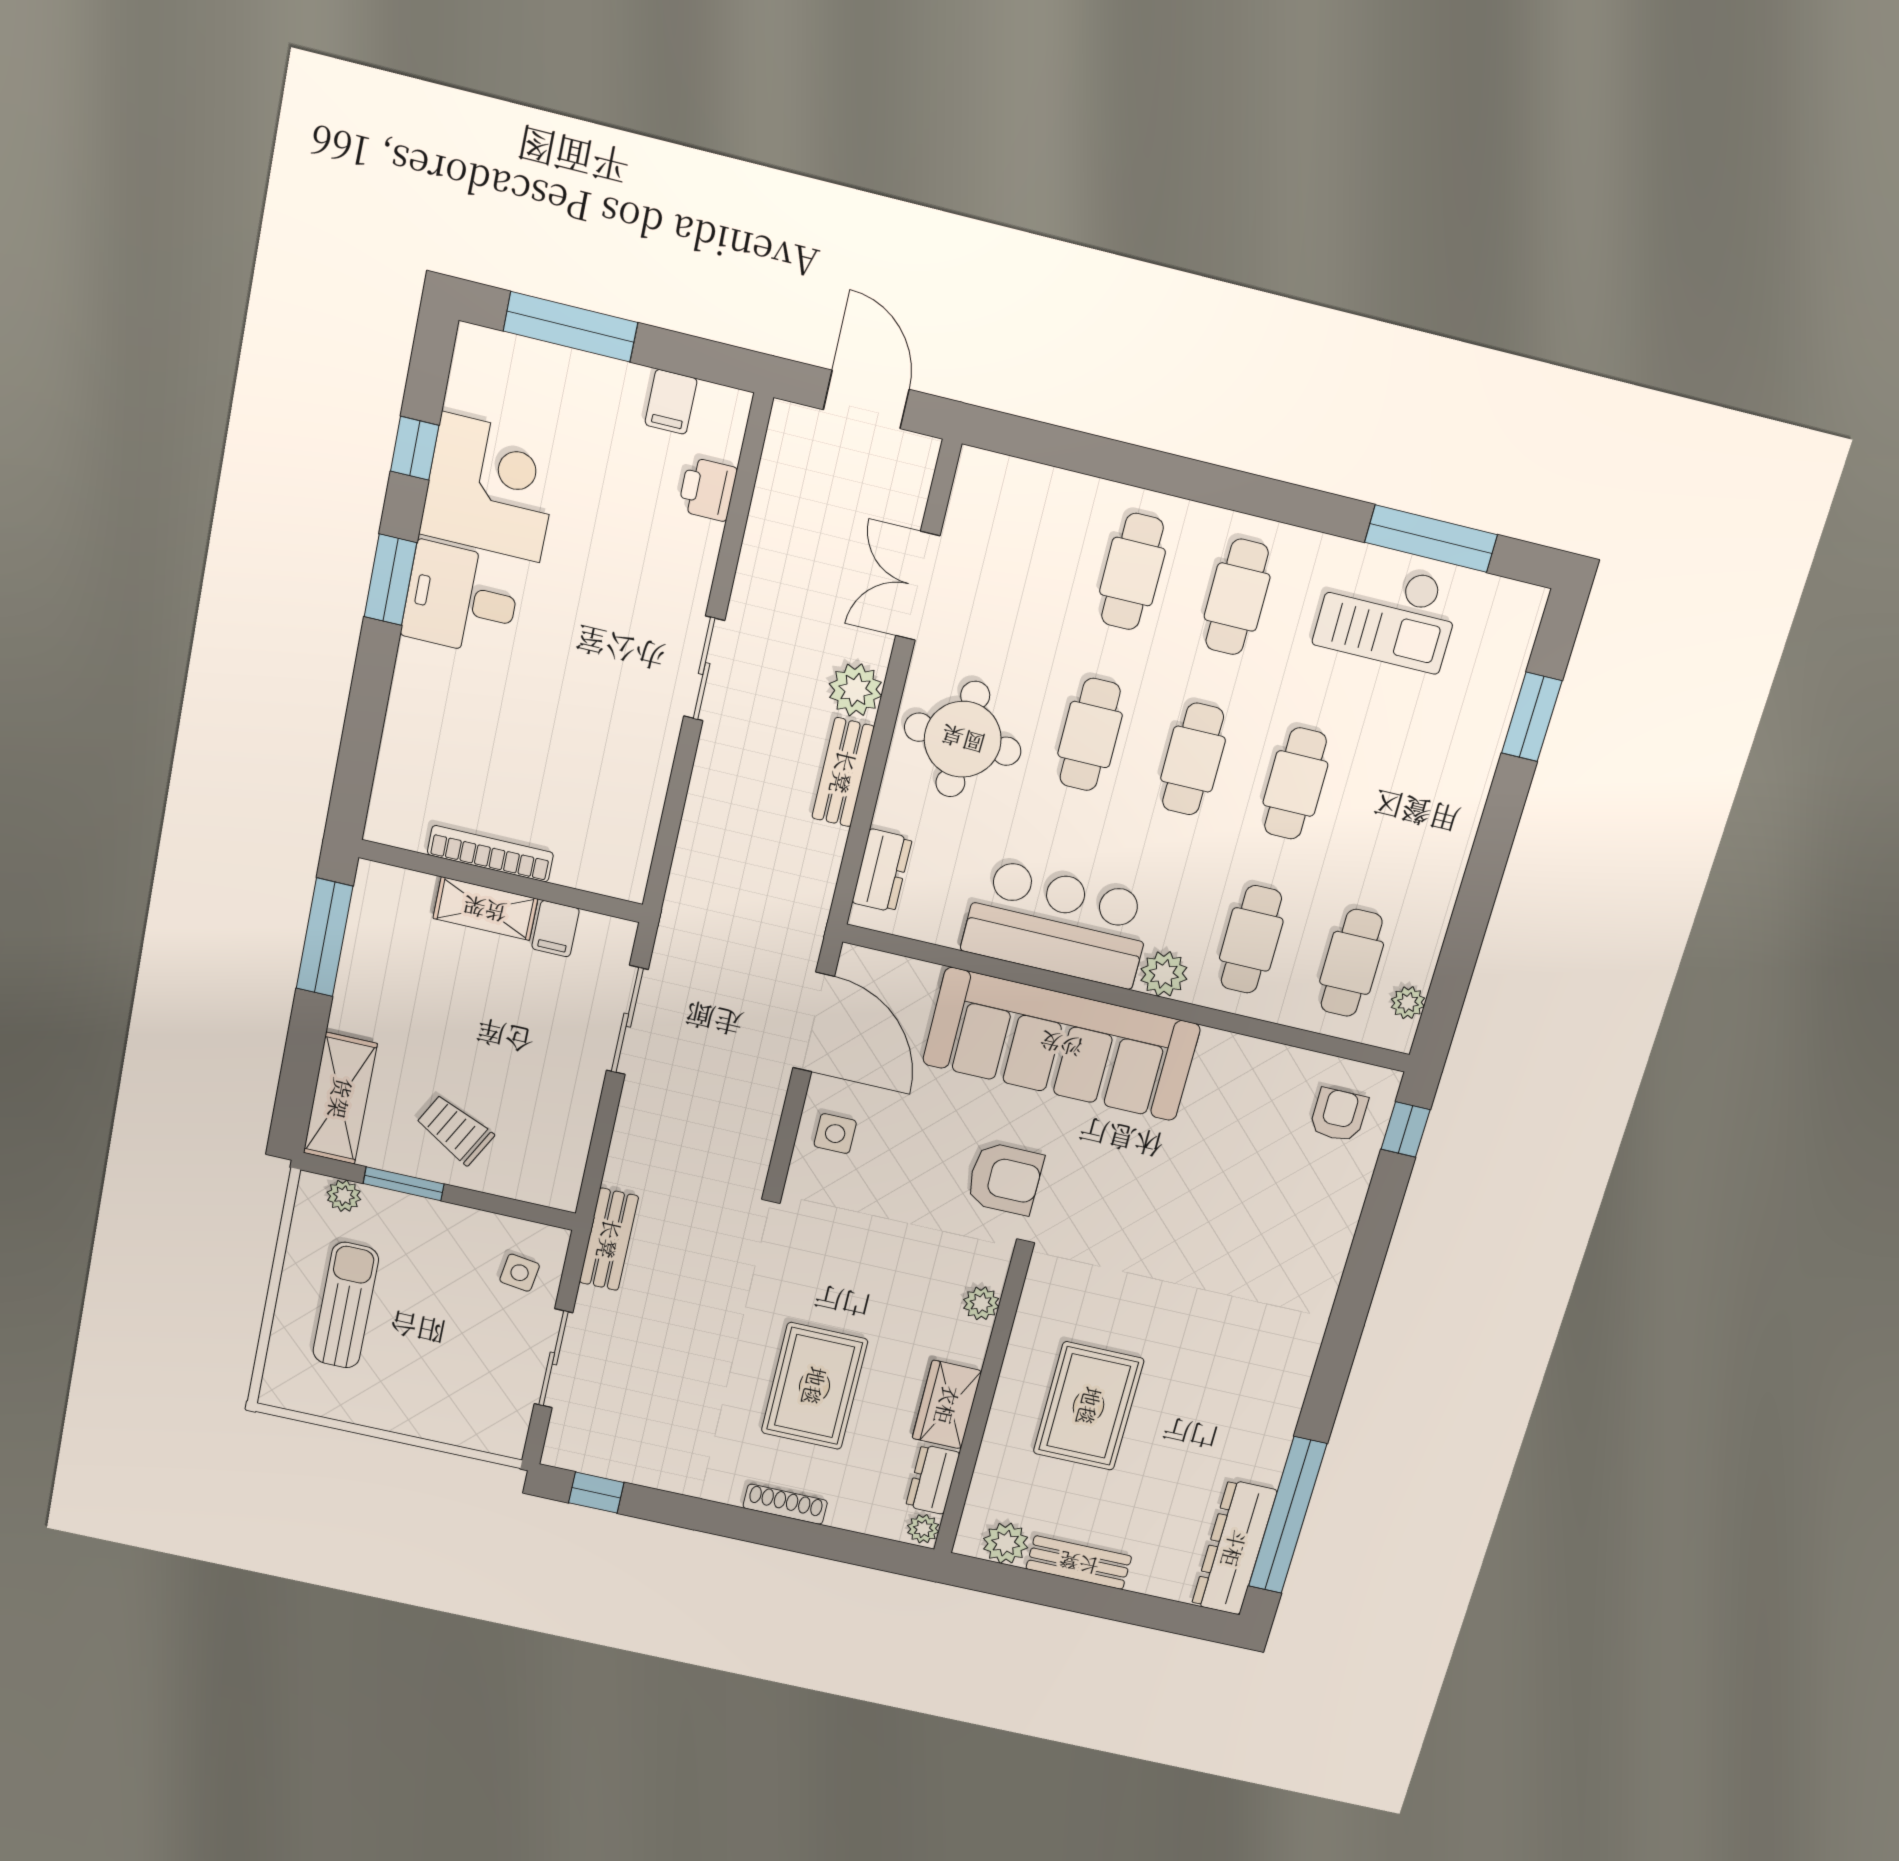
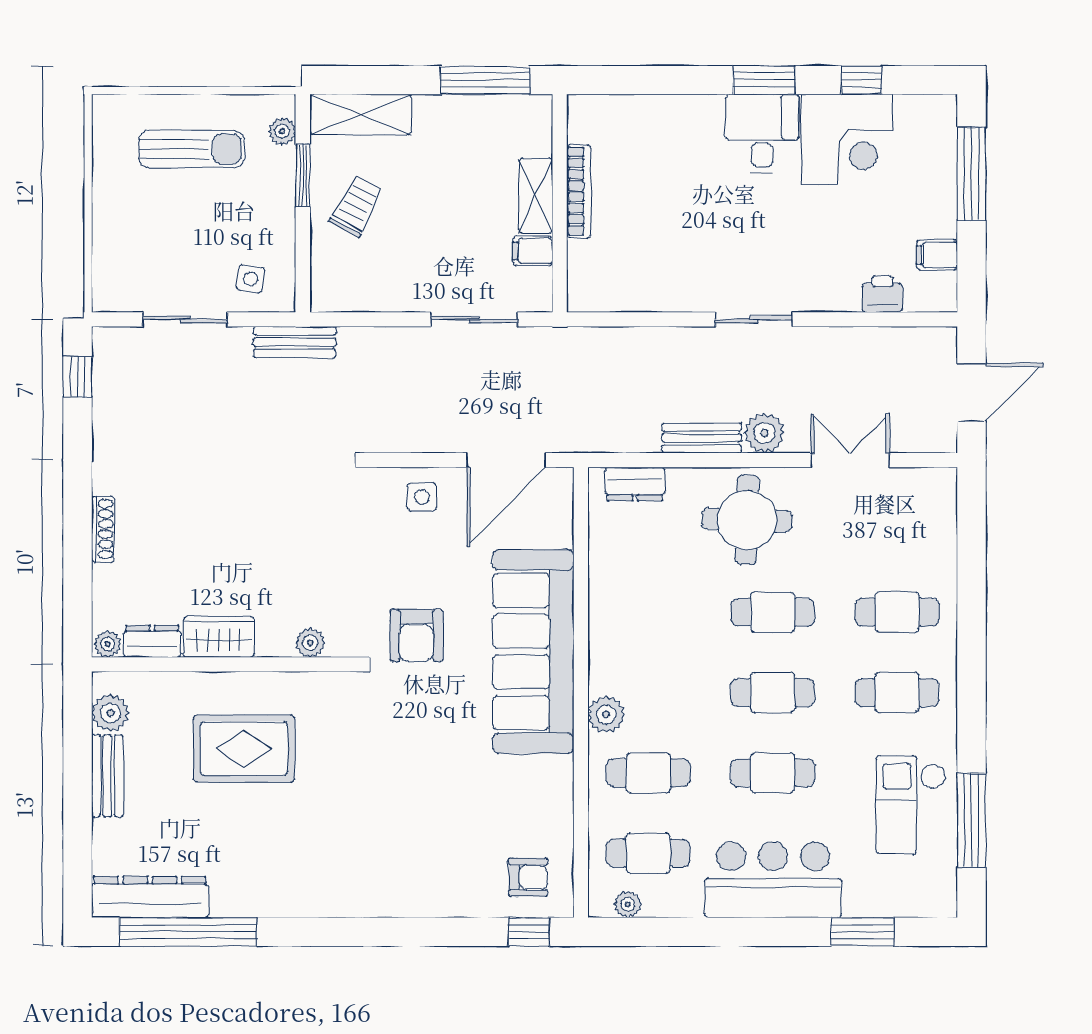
bar counter: (1058, 924) -> (773, 880), moved, turned -90
rug: (814, 1386) -> (210, 529), removed

